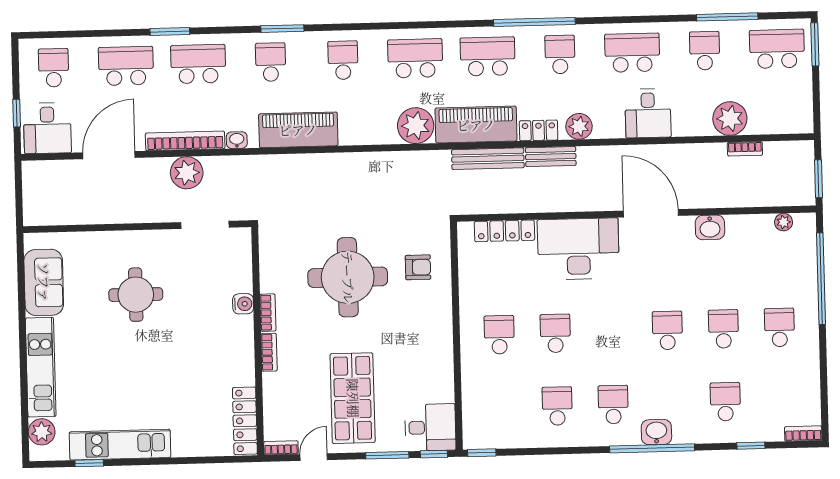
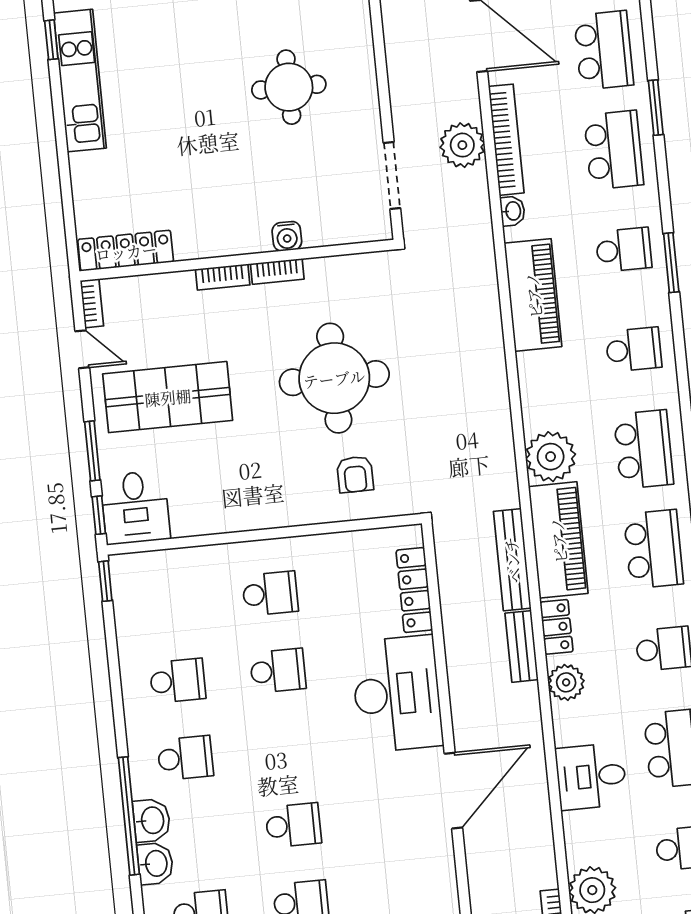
washbasin: (710, 227) -> (155, 864), moved, turned 180

